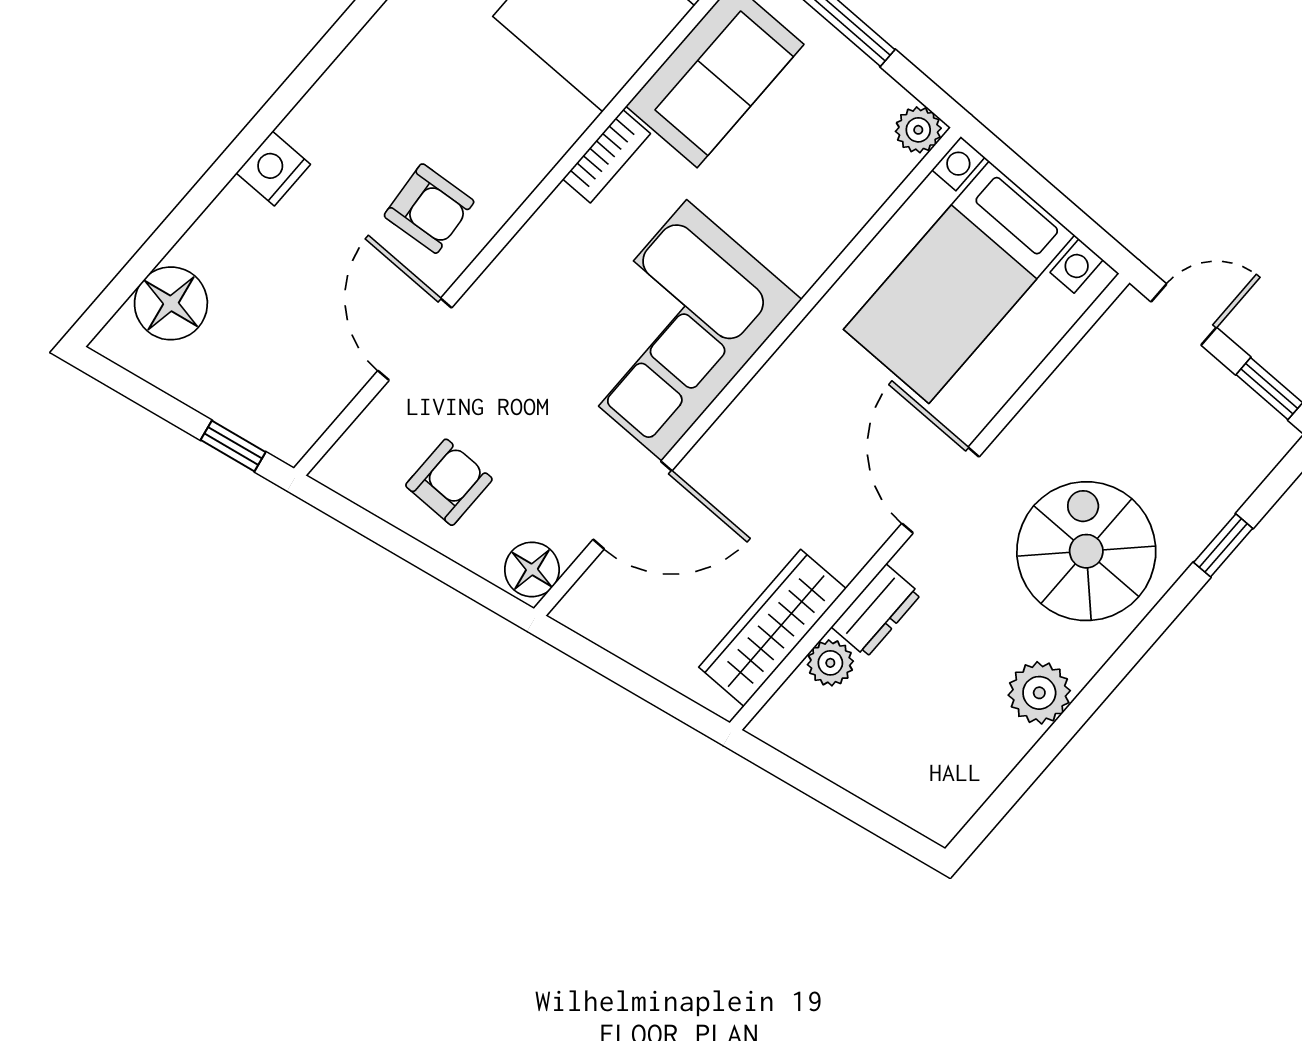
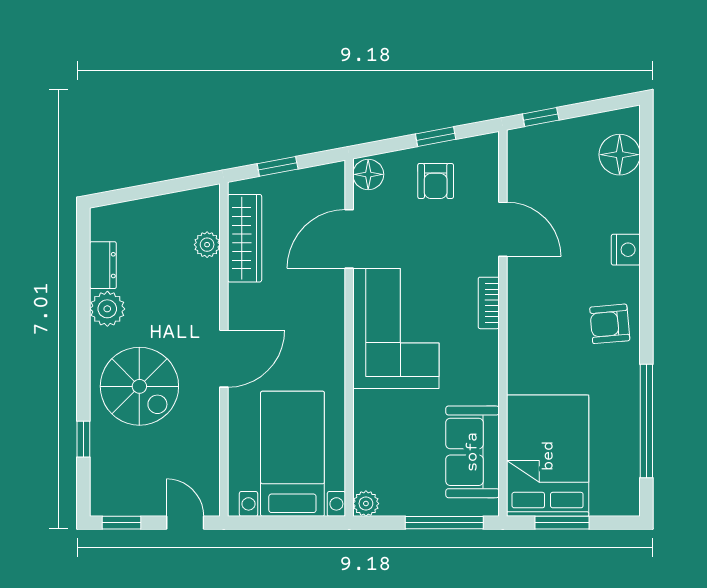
bookcase: (607, 156) -> (489, 303), moved
armchair: (429, 209) -> (610, 324), moved
door: (1184, 315) -> (185, 523), swing flipped
door: (941, 490) -> (224, 359), hinge flipped
window: (397, 542) -> (436, 137), added
dresser: (876, 611) -> (103, 265), moved, turned 180
window: (644, 686) -> (278, 166), added

